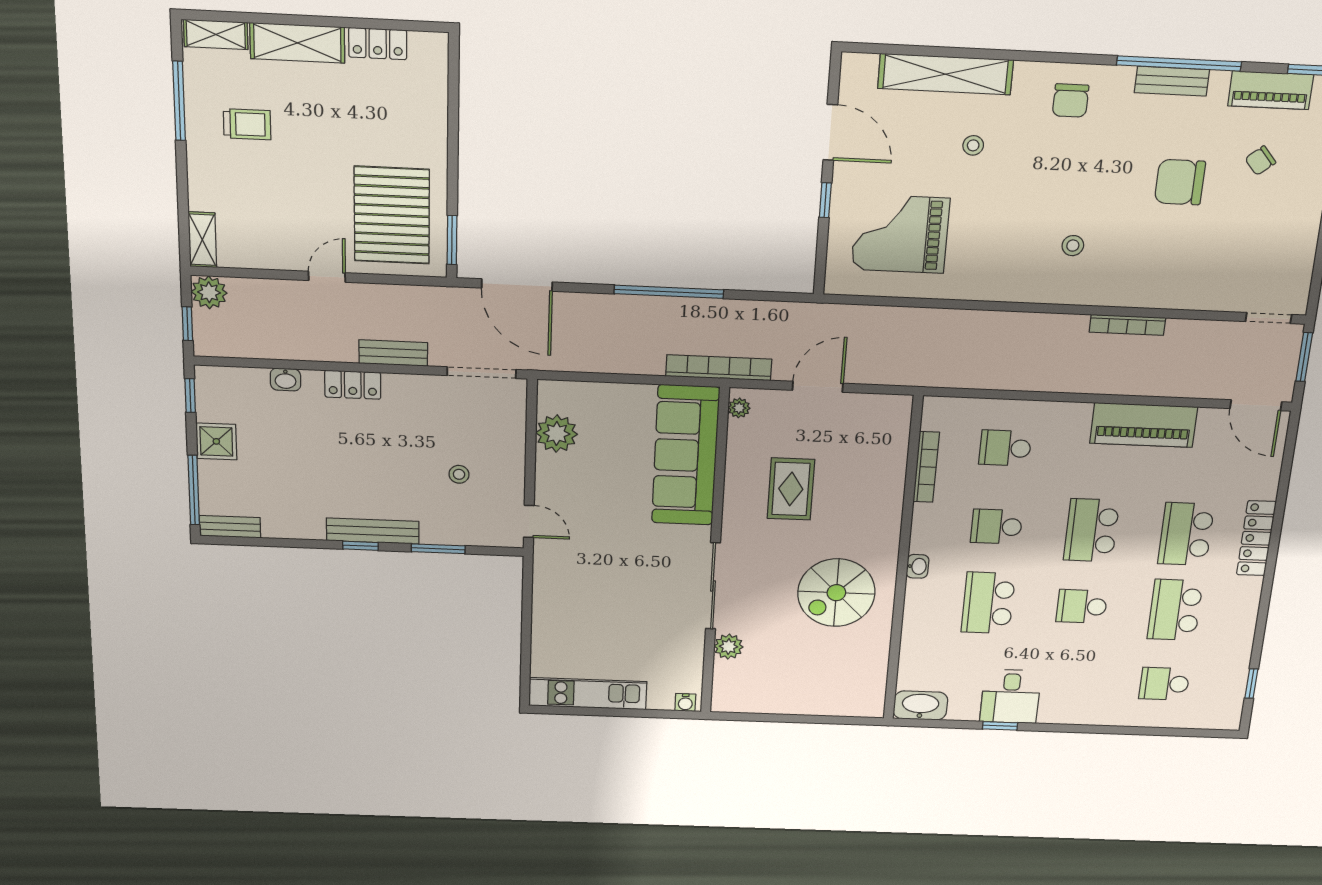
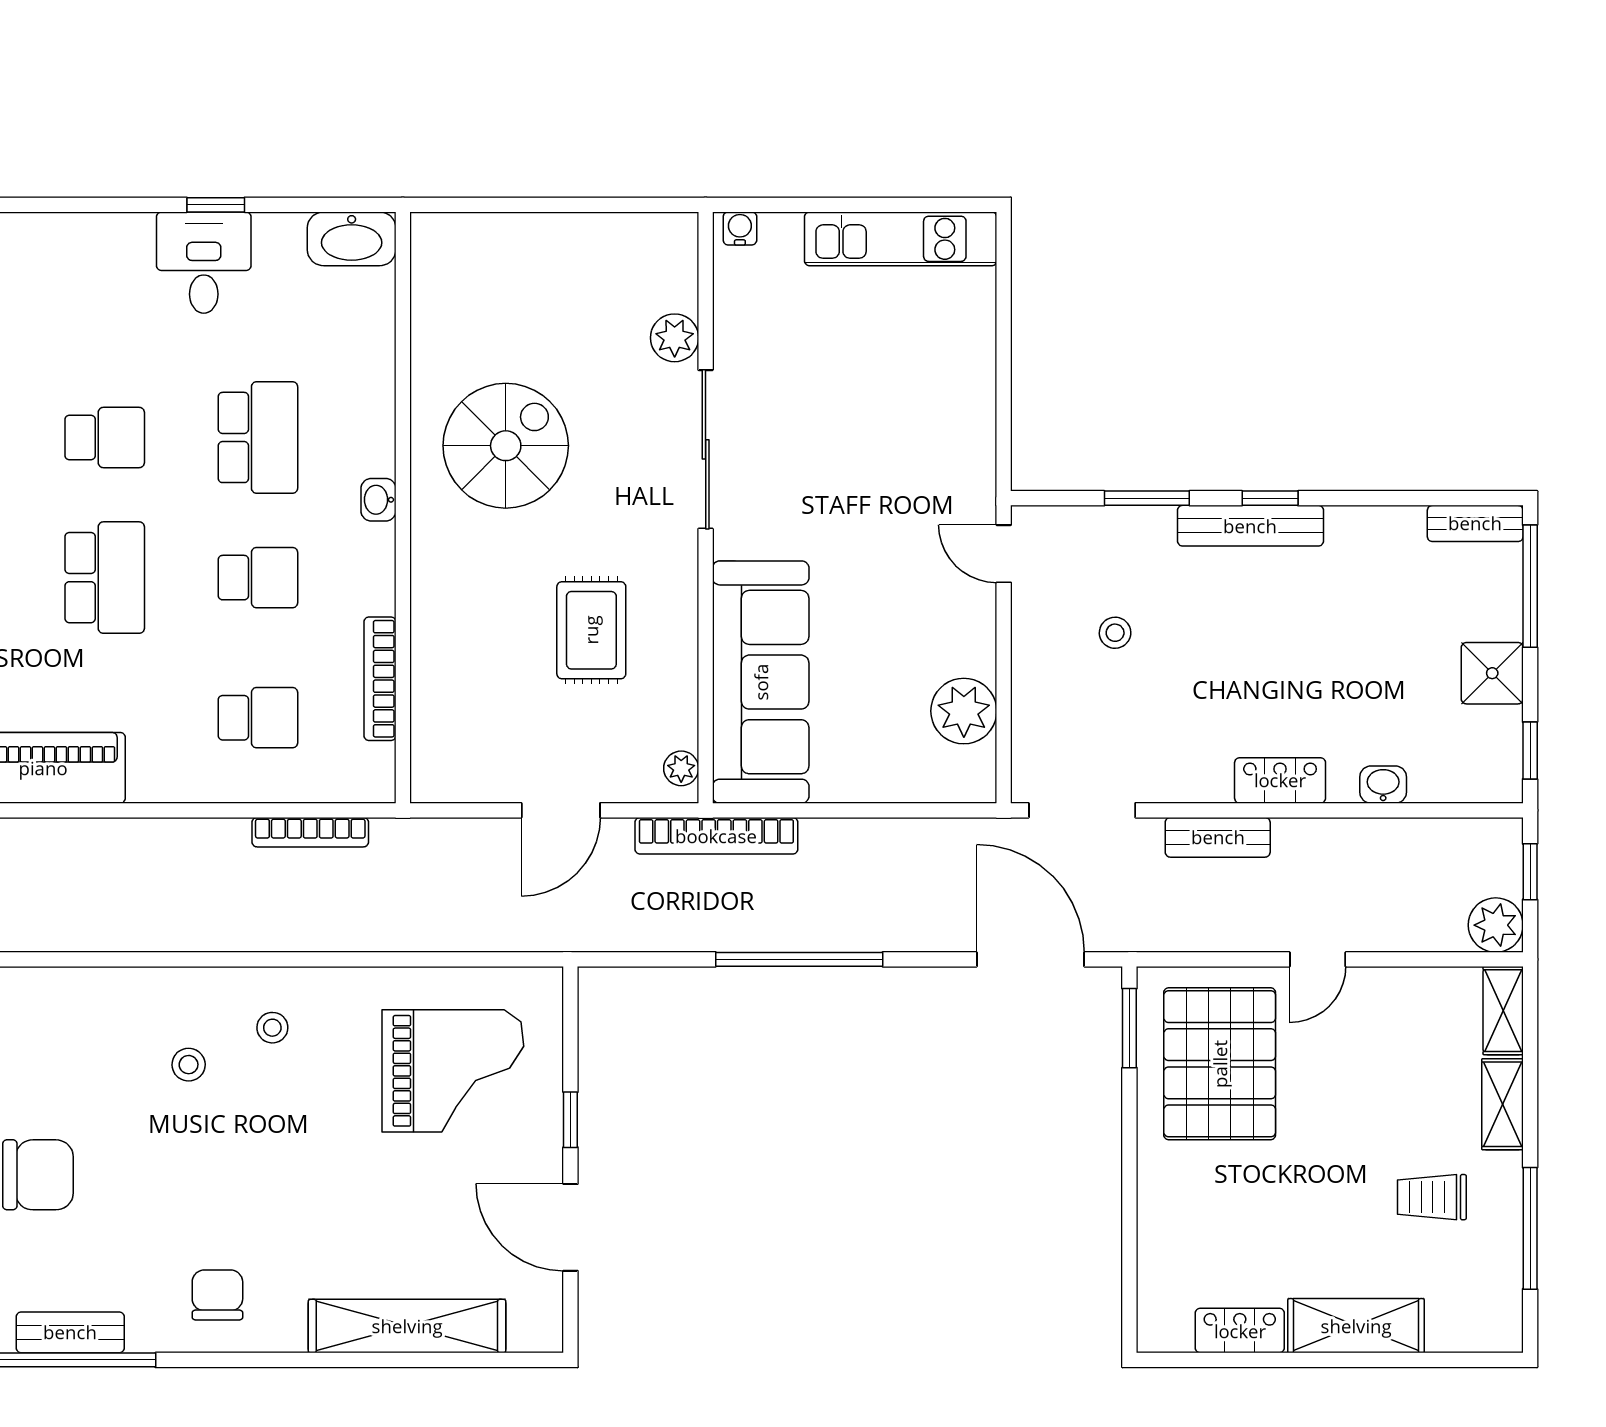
shelving: (216, 34) -> (1502, 1104), moved, turned 90
stool: (973, 145) -> (272, 1028), moved
bookcase: (1127, 325) -> (310, 832), moved, turned 180

